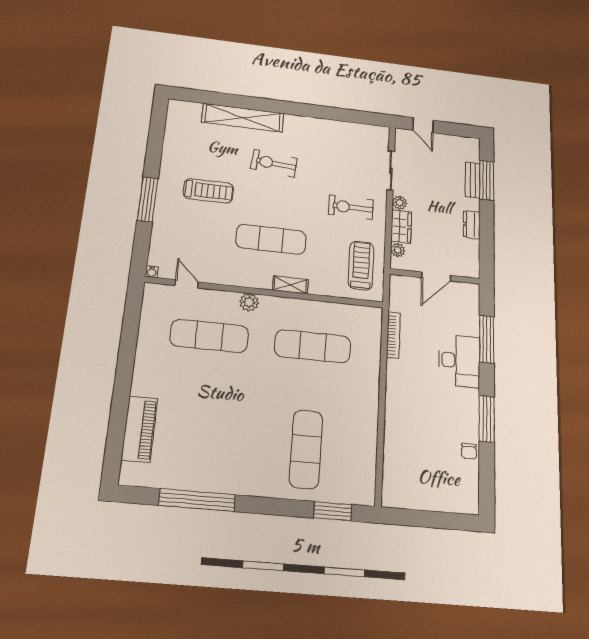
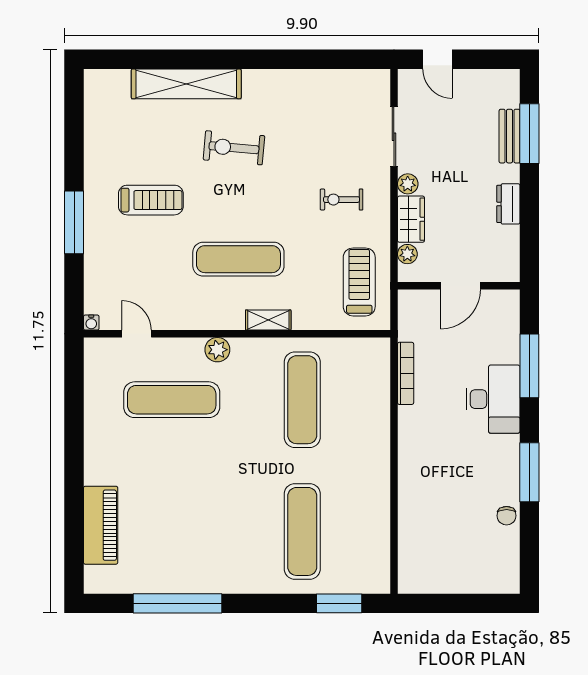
exercise bike: (351, 207) -> (342, 200), width x0.73, depth x0.72
exercise mat: (313, 346) -> (302, 400), turned 90

